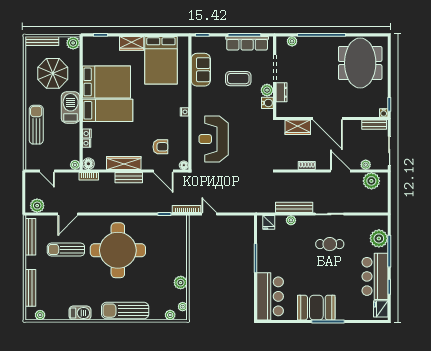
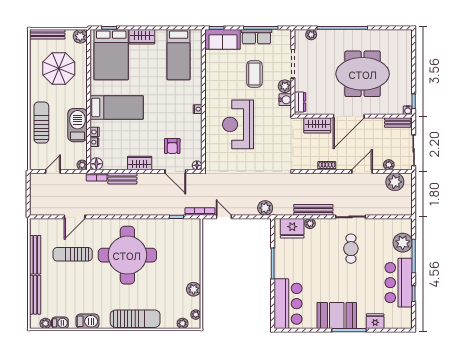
row of seats: (247, 43) -> (256, 37), width x0.68
bed: (161, 60) -> (179, 55), width x0.67
meeting table: (360, 63) -> (363, 74), moved, turned 90
sofa: (201, 70) -> (223, 39), moved, turned 90
coffee table: (238, 79) -> (254, 74), turned 90
bed: (106, 82) -> (111, 55), moved, turned 90
dresser: (281, 92) -> (300, 102), moved
barbecue: (71, 107) -> (78, 125), moved
door: (328, 118) -> (349, 116), hinge flipped
reception desk: (214, 139) -> (238, 124), moved
armchair: (160, 147) -> (172, 146), turned 90
wardrobe: (124, 163) -> (140, 163), width x0.67
door: (47, 171) -> (53, 171), swing flipped
door: (340, 171) -> (362, 171), hinge flipped
bench: (129, 178) -> (122, 179), moved
plant: (37, 206) -> (265, 208), moved
fridge: (269, 222) -> (292, 228), width x1.88, depth x1.34
bench: (30, 237) -> (35, 255), moved
cafe table: (330, 244) -> (351, 249), turned 90
fridge: (381, 309) -> (375, 321), moved, turned 90
sun lounger: (125, 311) -> (135, 319), turned 180
barbecue: (54, 315) -> (60, 323), added

